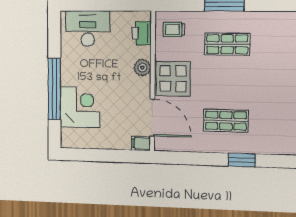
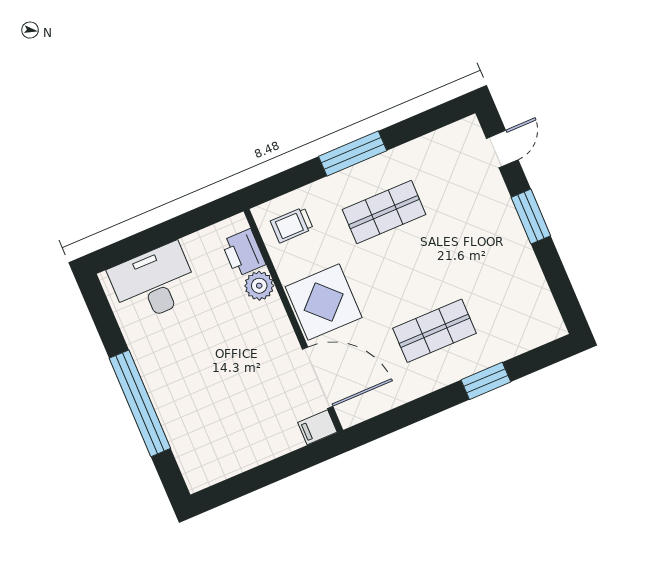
plant: (142, 68) -> (259, 286), moved
corner desk: (80, 107) -> (195, 414), removed

